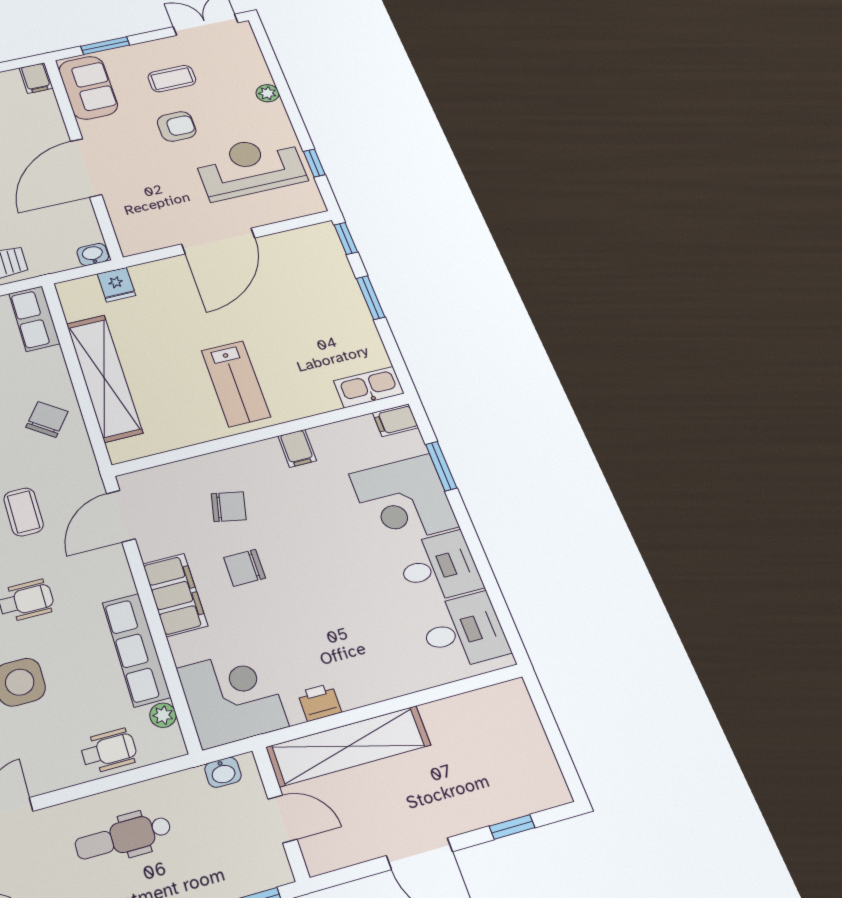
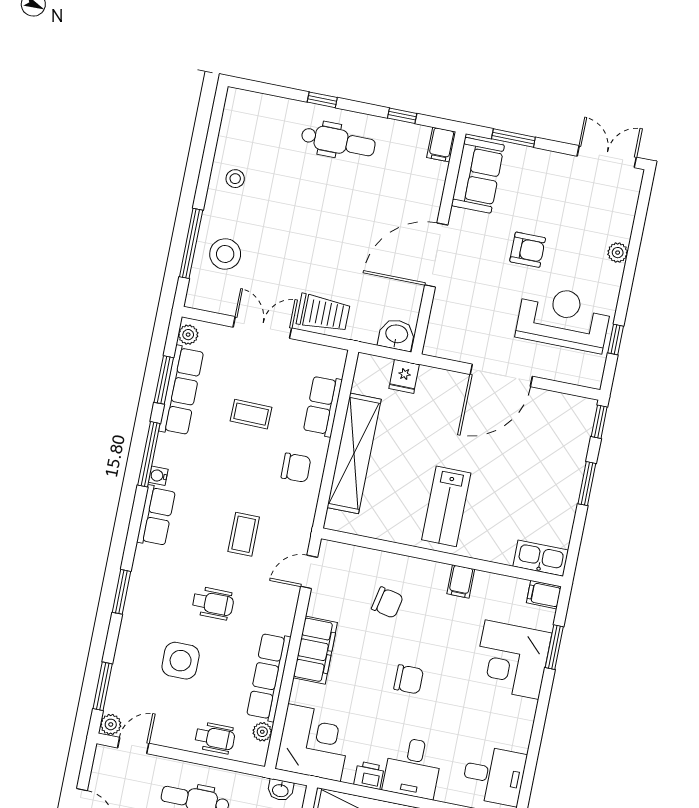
coffee table: (172, 79) -> (549, 199), removed
washbasin: (93, 254) -> (397, 335), width x1.38, depth x1.45
row of seats: (34, 319) -> (323, 406), moved
chair: (47, 419) -> (296, 468), turned 52
door: (121, 516) -> (309, 572), width x0.73
desk: (439, 567) -> (413, 768), moved, turned 90
chair: (245, 568) -> (409, 679), moved, turned 180

